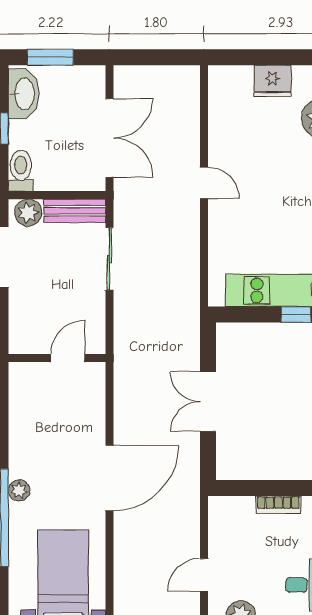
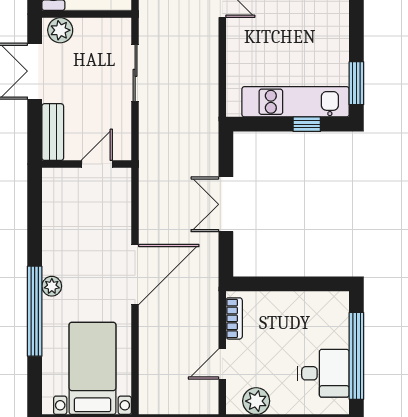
bench: (75, 211) -> (53, 132), moved, turned 90
bookcase: (278, 505) -> (234, 318), moved, turned -90

